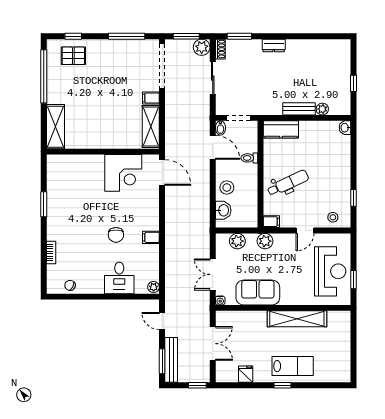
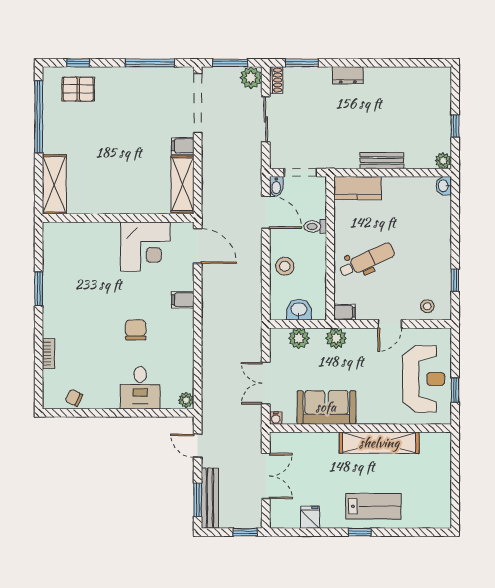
plant: (322, 109) -> (443, 161), moved
washbasin: (223, 210) -> (299, 310), moved, turned -90
chair: (116, 235) -> (136, 330), turned 180
filing cabinet: (151, 237) -> (183, 300), moved

